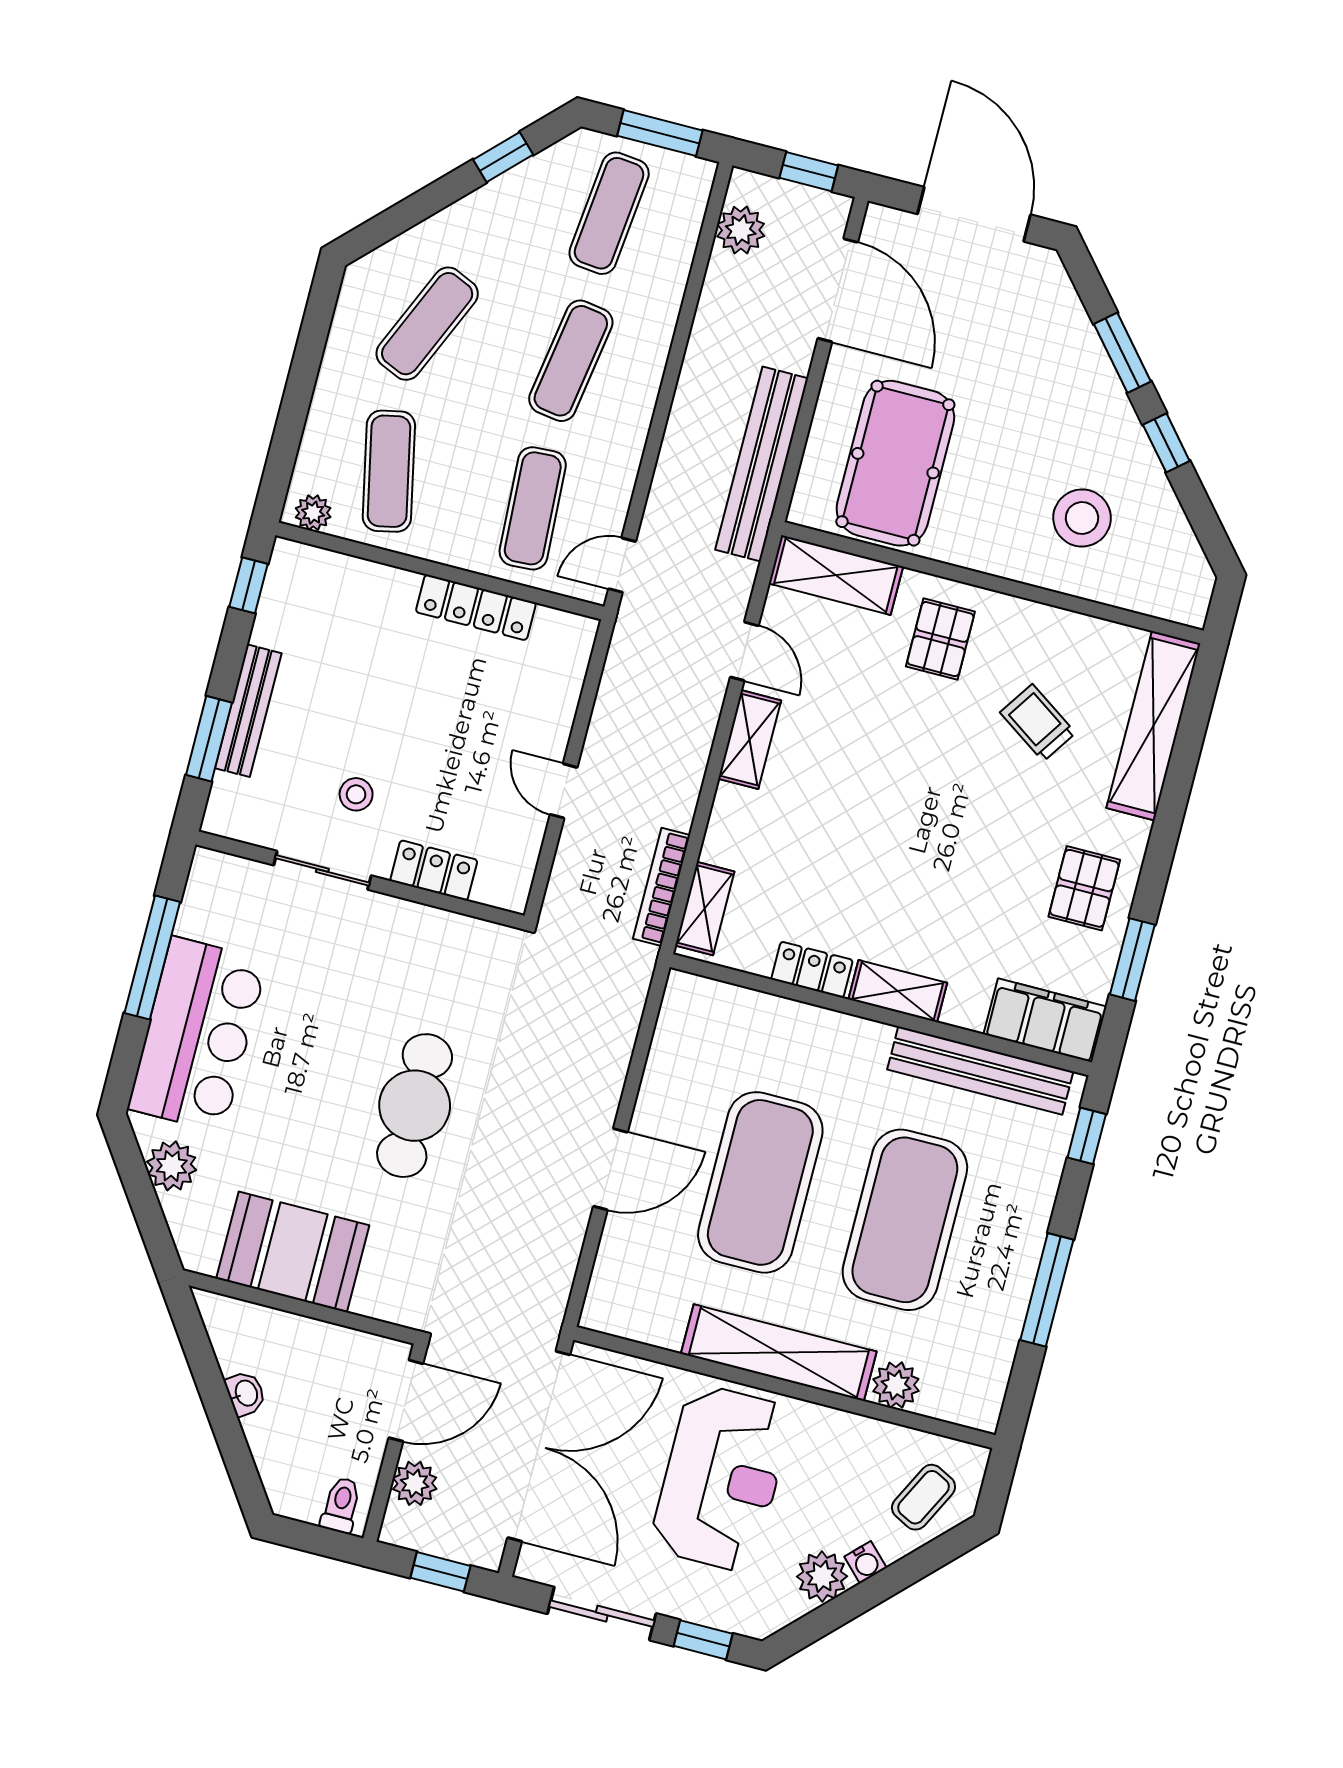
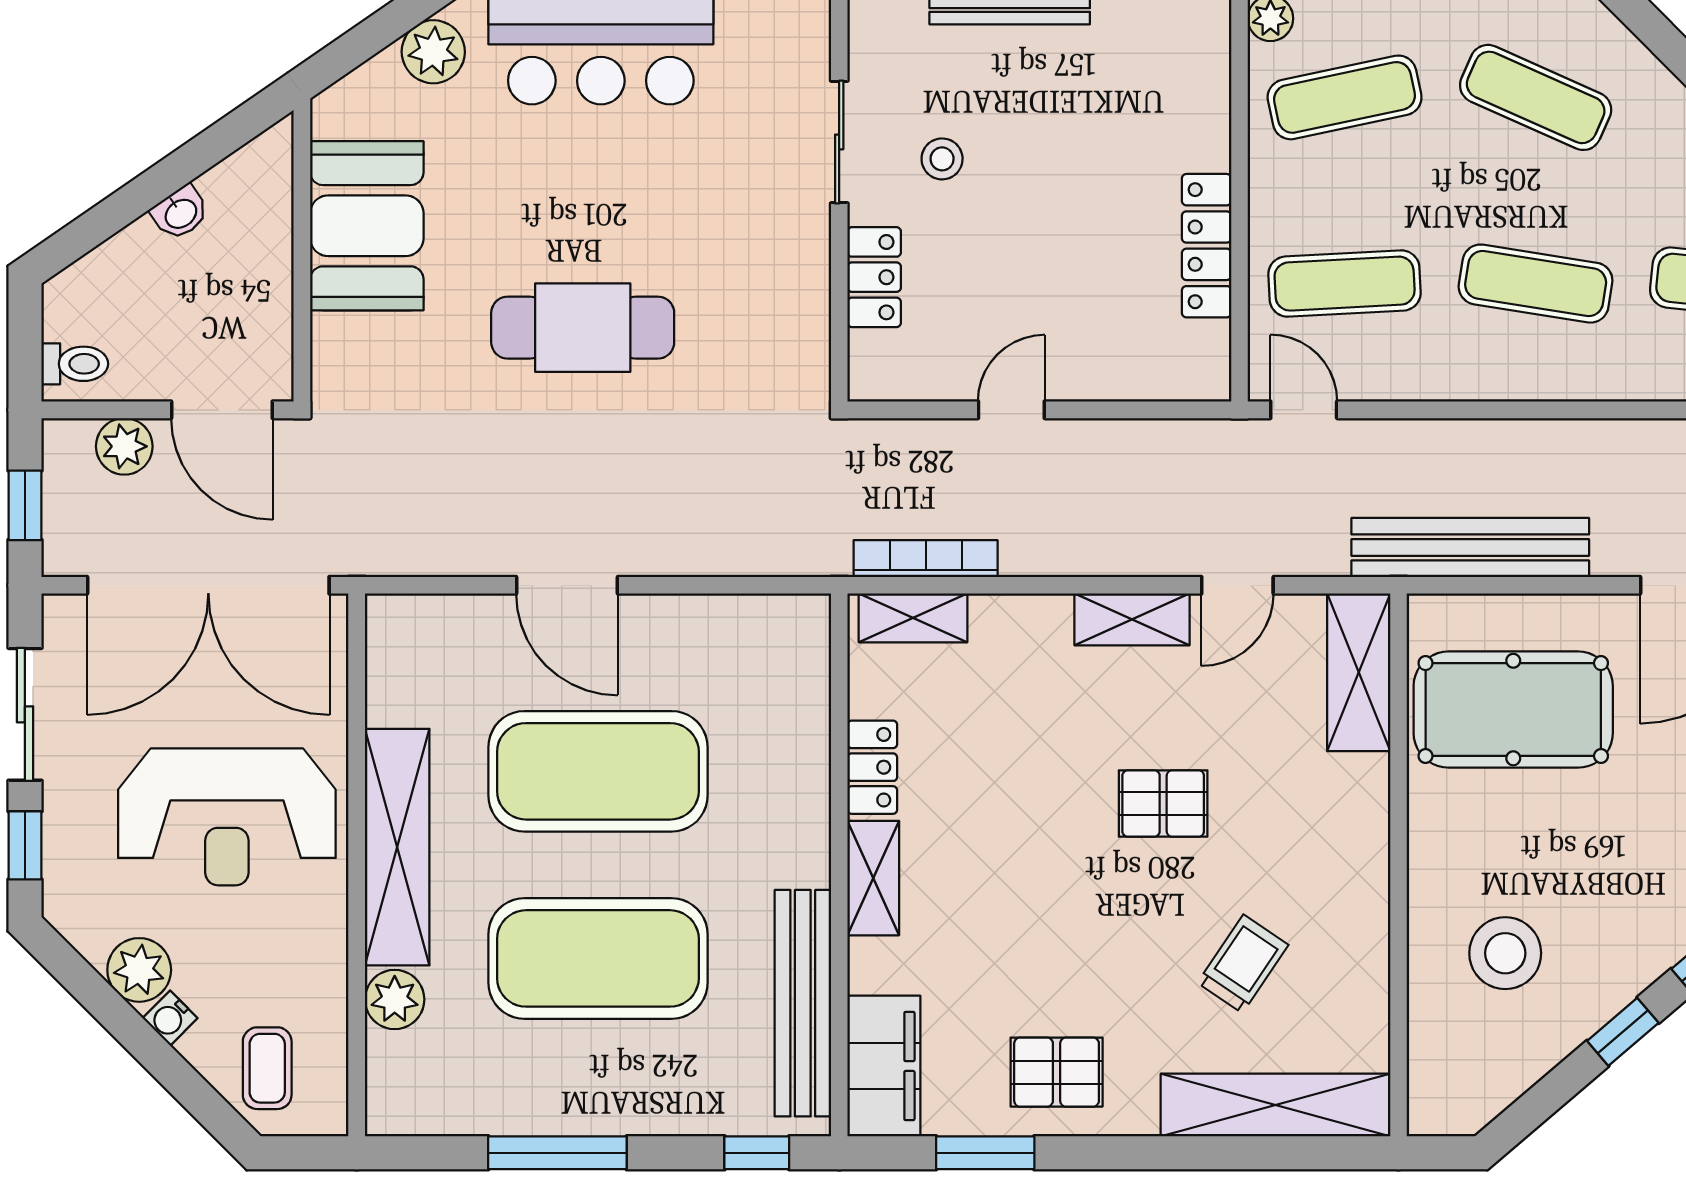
pallet: (940, 639) -> (1163, 804), moved
coffee table: (924, 1497) -> (267, 1068), turned 63

